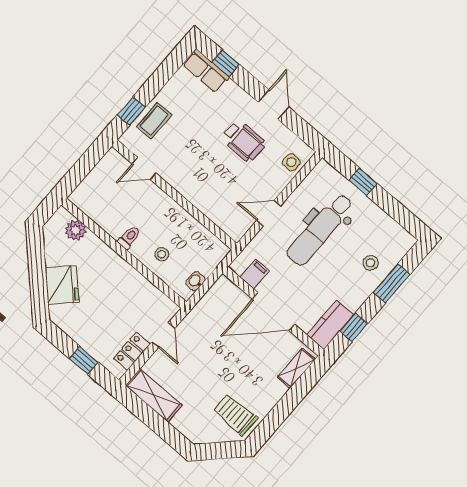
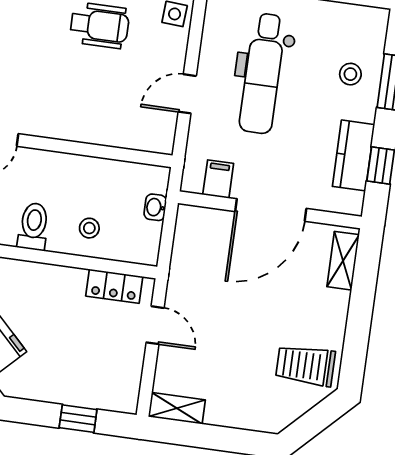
toilet: (129, 237) -> (33, 226), width x1.37, depth x1.39
washbasin: (195, 281) -> (155, 207), moved
kitchen counter: (330, 325) -> (353, 155), moved
locker: (132, 351) -> (114, 286), moved, turned -90
shelving: (154, 395) -> (177, 408), width x0.67, depth x0.75

